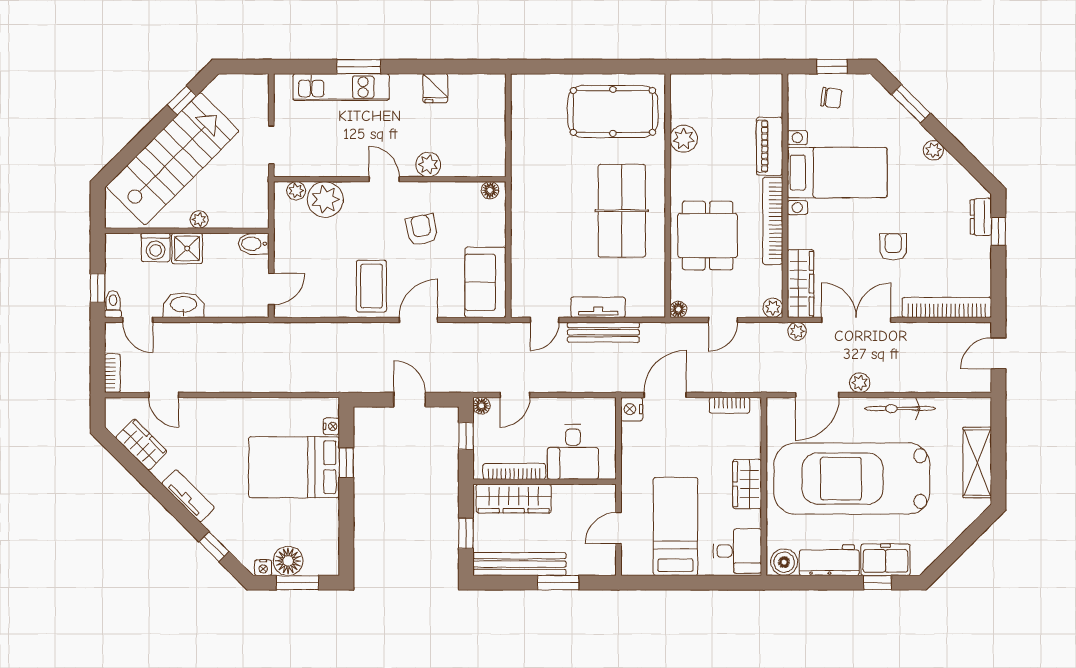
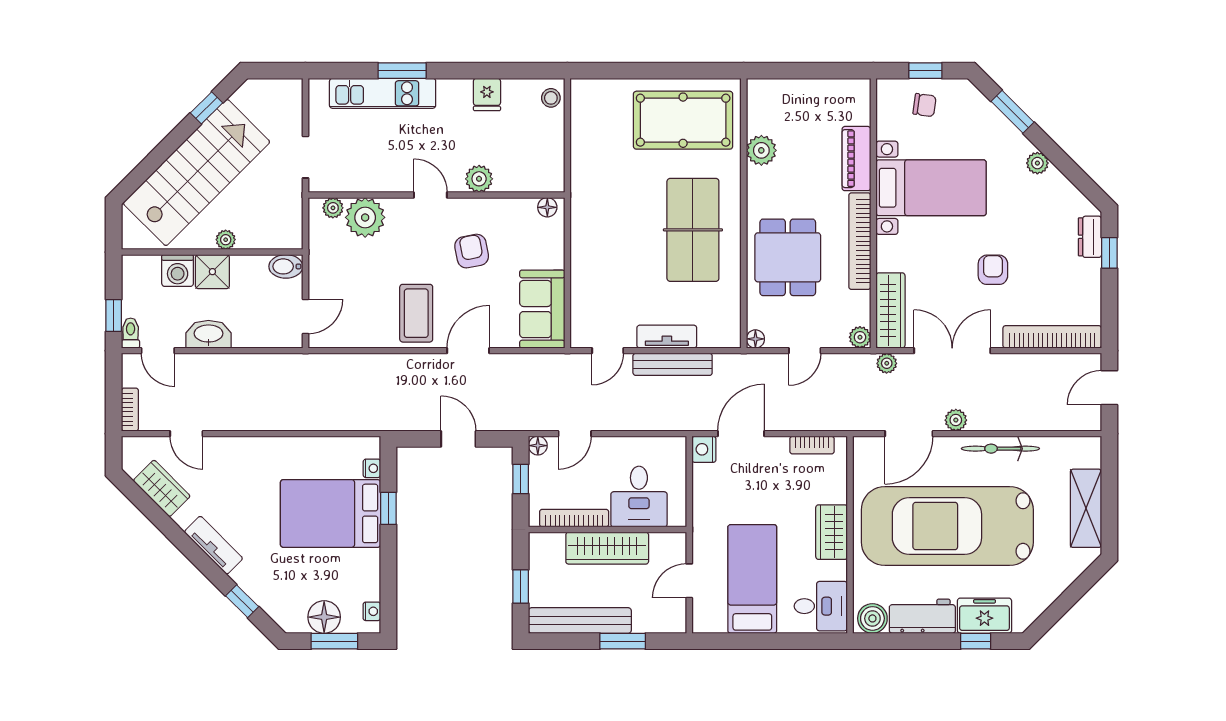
stool: (493, 91) -> (551, 98), added
wardrobe: (514, 499) -> (607, 548), moved
nightstand: (263, 568) -> (372, 611), moved, turned -90

